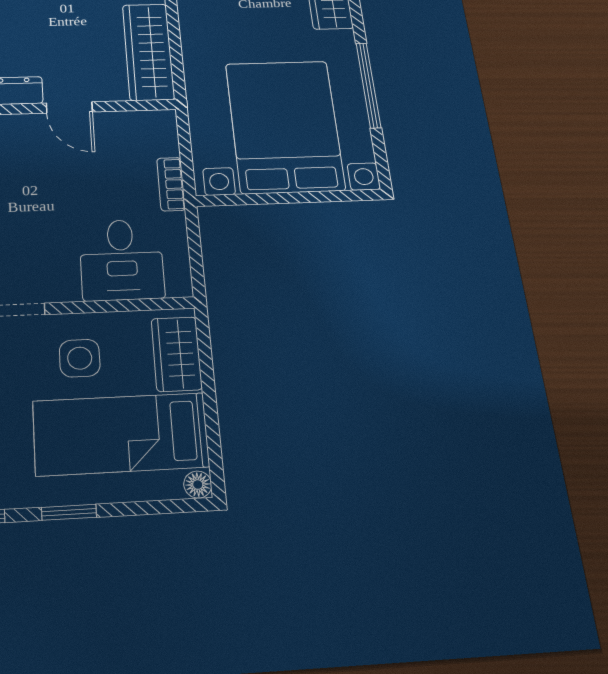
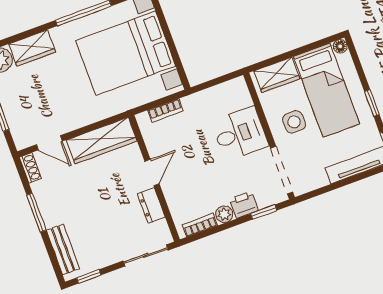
bookcase: (171, 184) -> (165, 110), moved
desk: (122, 260) -> (240, 134), moved

